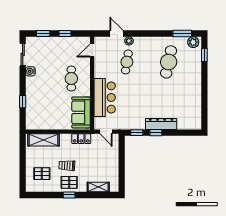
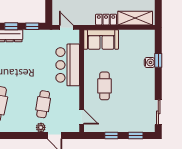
door: (92, 50) -> (82, 117), hinge flipped
water cooler: (30, 71) -> (150, 62), moved
sofa: (81, 112) -> (101, 39), moved, turned 90
locker: (81, 139) -> (106, 20), moved

